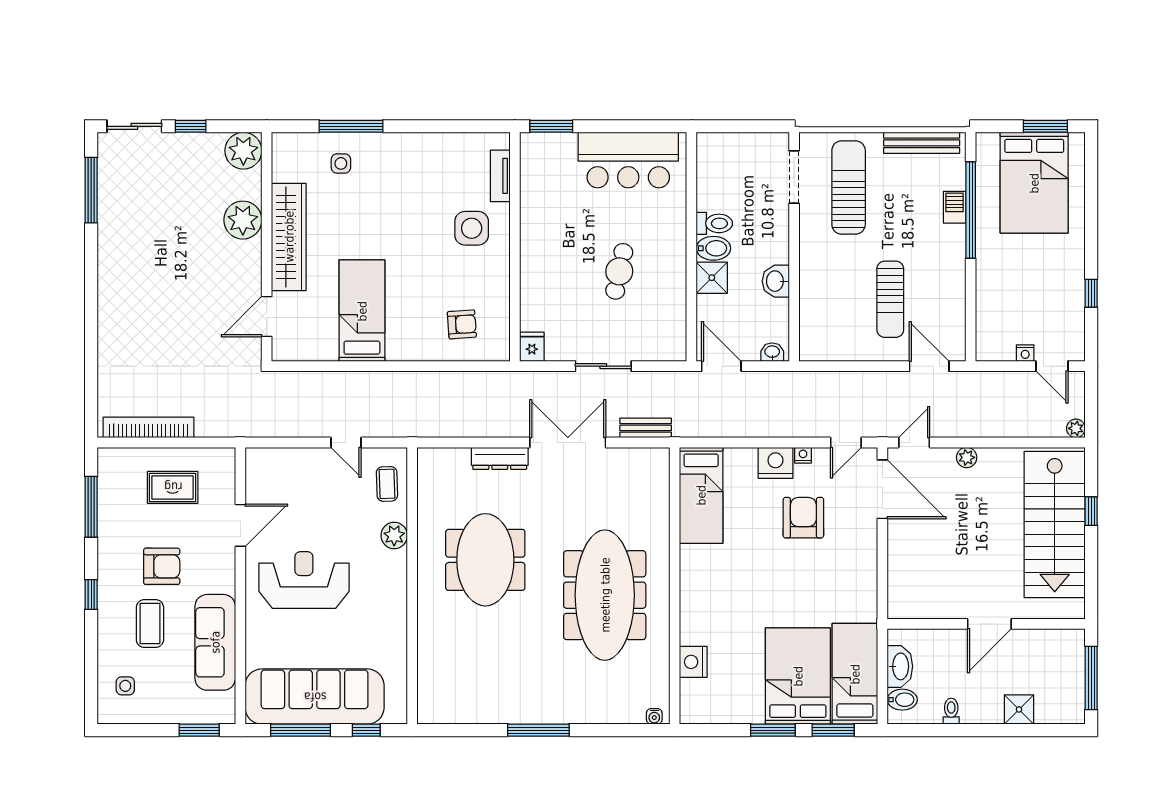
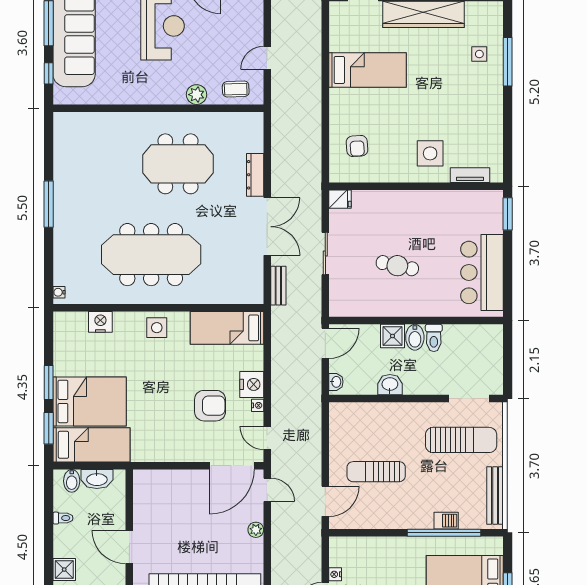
side table: (701, 588) -> (157, 328), added

